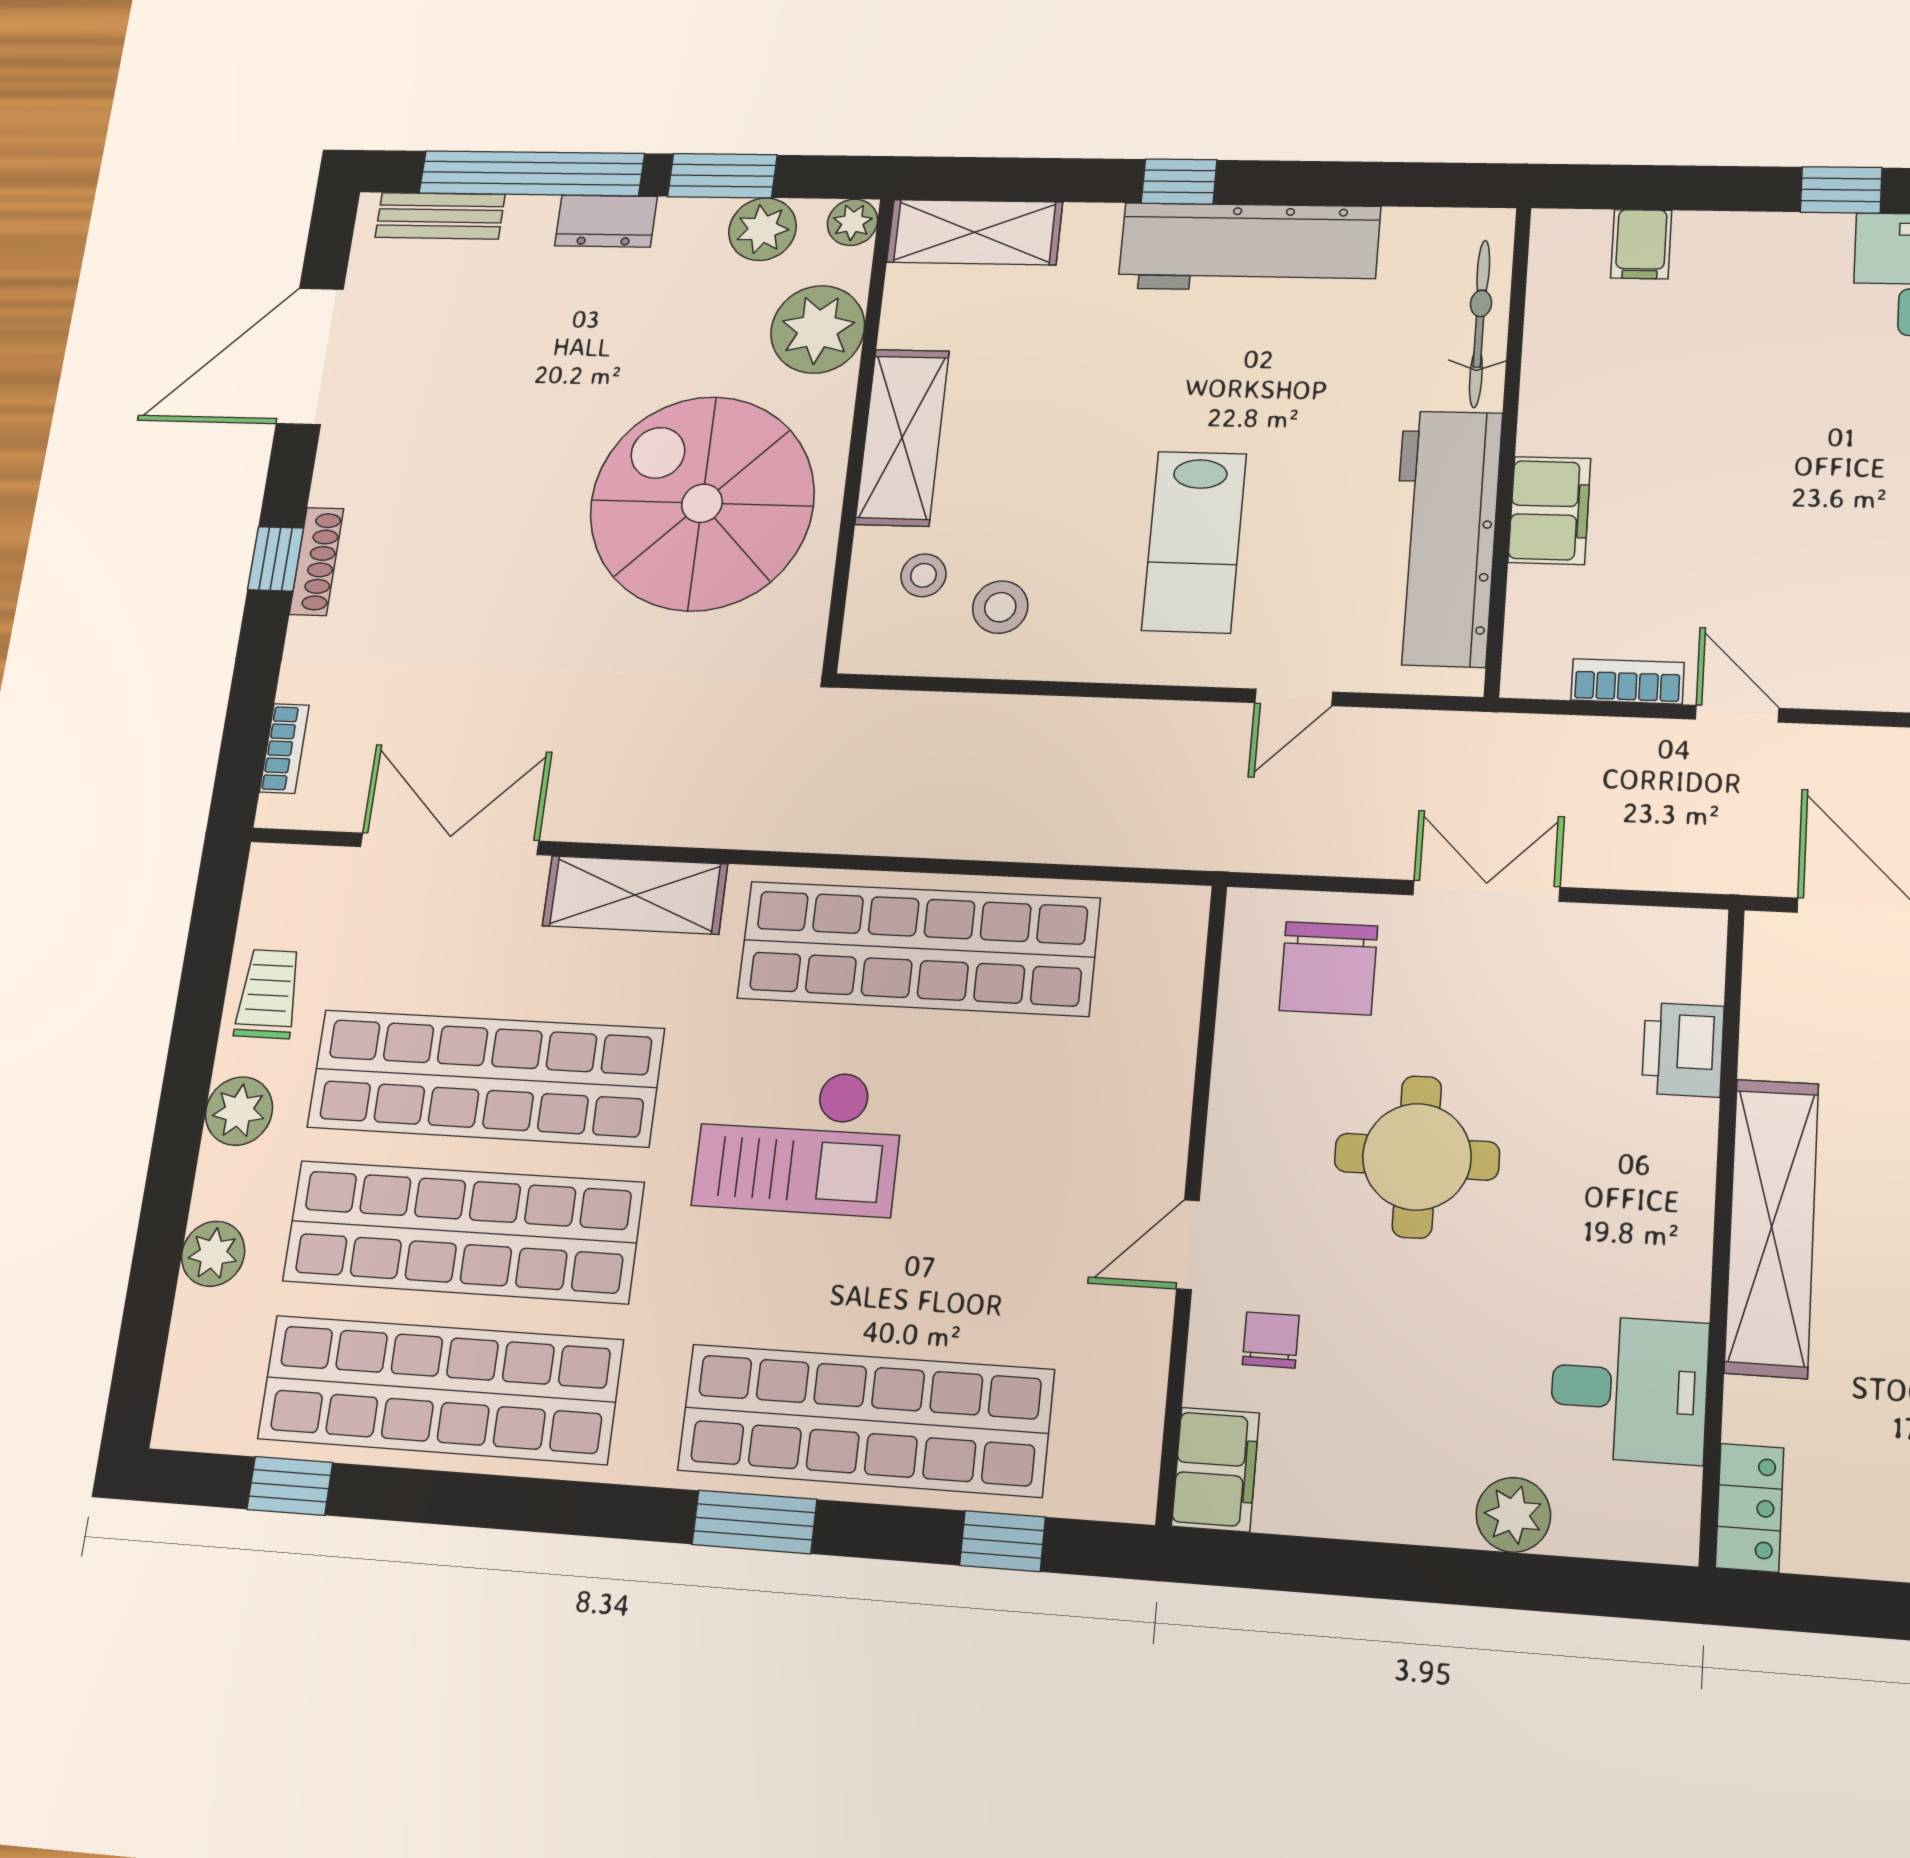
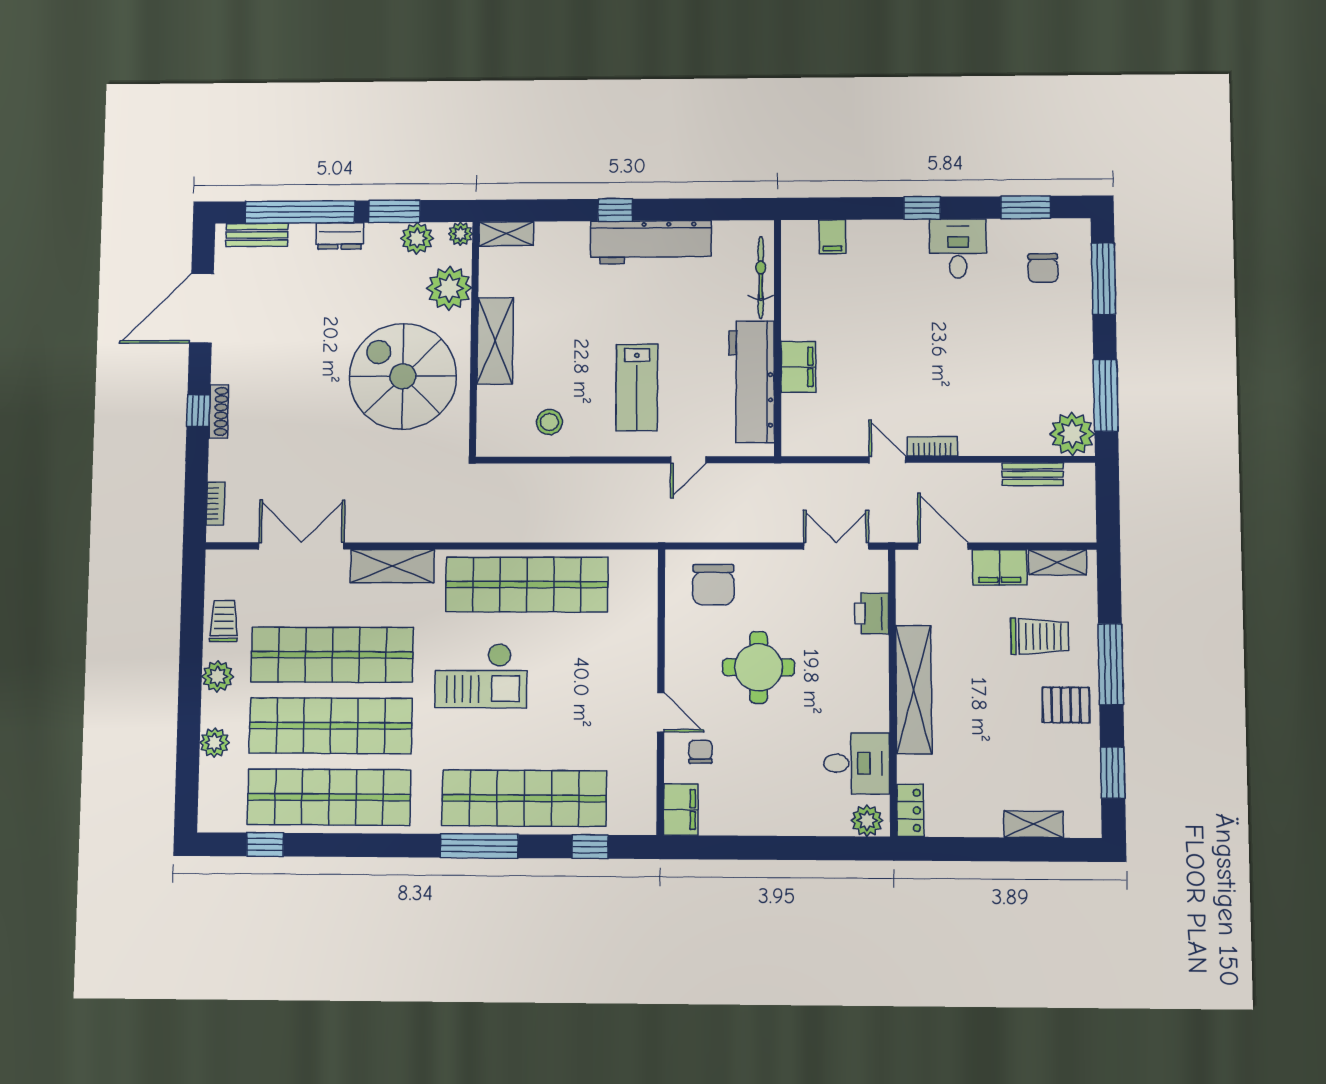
shelving: (974, 232) -> (506, 234), width x0.67, depth x0.75
stool: (923, 575) -> (512, 408), removed
bookcase: (1627, 681) -> (932, 446), moved
double door: (1486, 891) -> (836, 546), moved
door: (1188, 1245) -> (661, 712), swing flipped
plant: (1513, 1515) -> (867, 821), moved
window: (754, 1522) -> (479, 846), width x1.44

